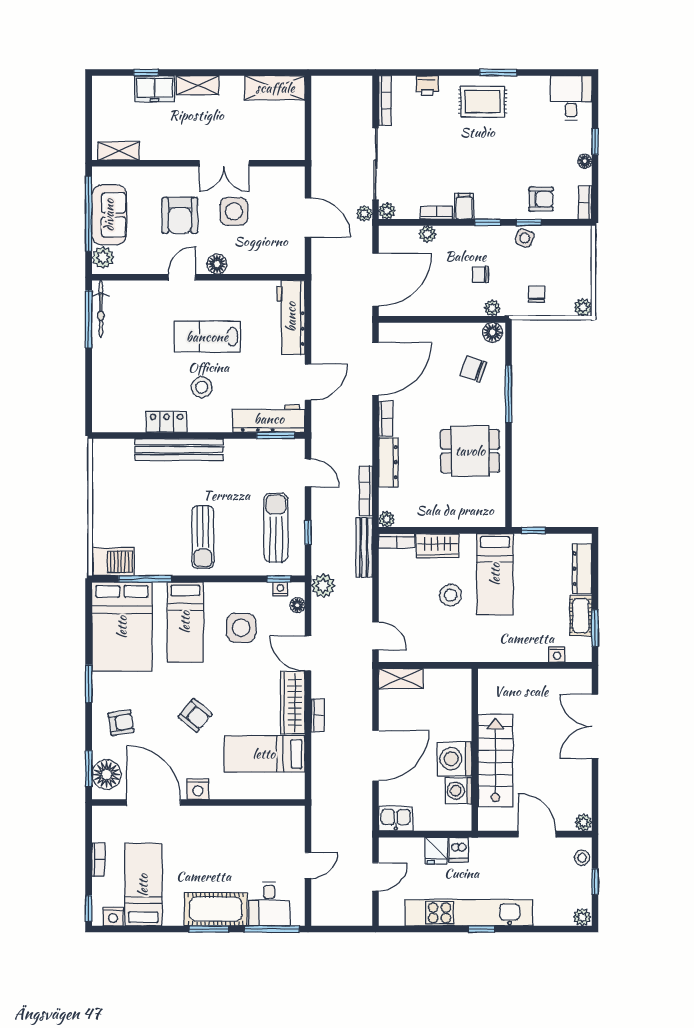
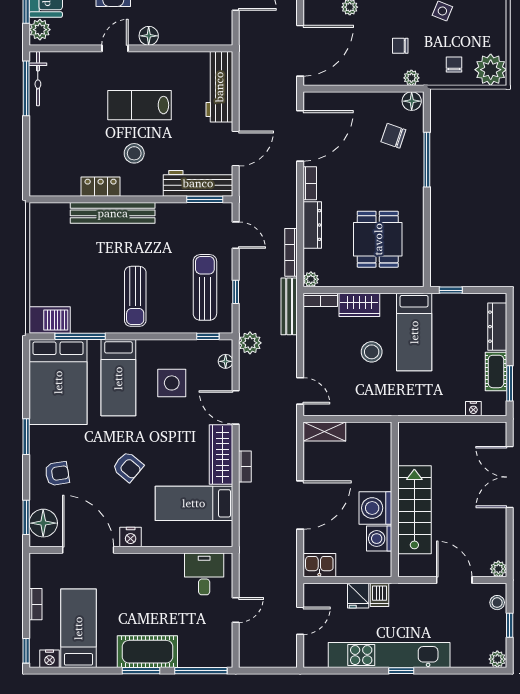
plant: (583, 307) -> (491, 70), width x1.88, depth x1.88
dining table: (470, 451) -> (378, 239), moved, turned 90
nightstand: (280, 589) -> (209, 346), removed
desk: (269, 904) -> (204, 574), moved, turned 180

